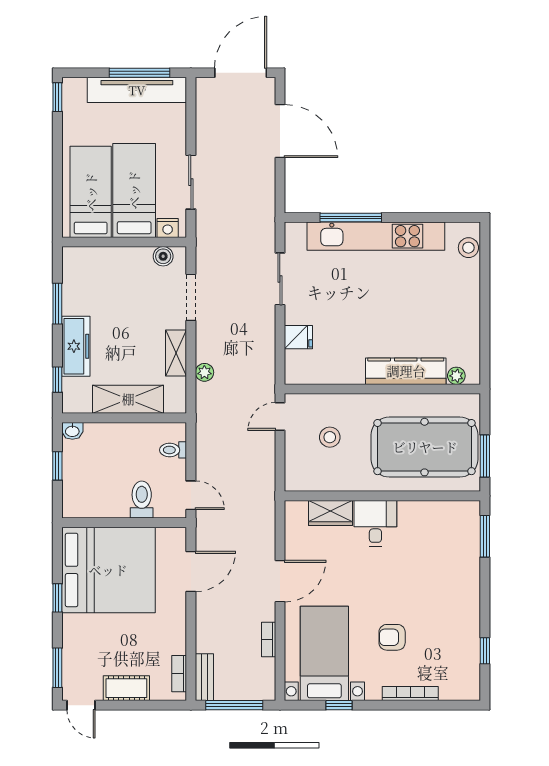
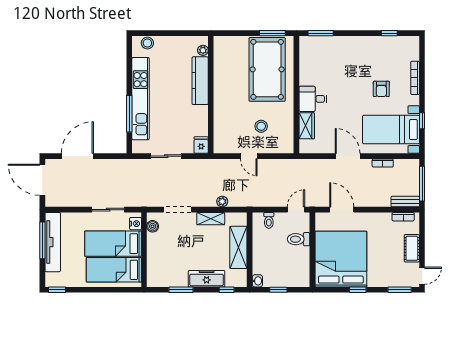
kitchen counter: (406, 371) -> (200, 81), moved
plant: (456, 376) -> (203, 50), moved
wall: (382, 389) -> (211, 95), moved

